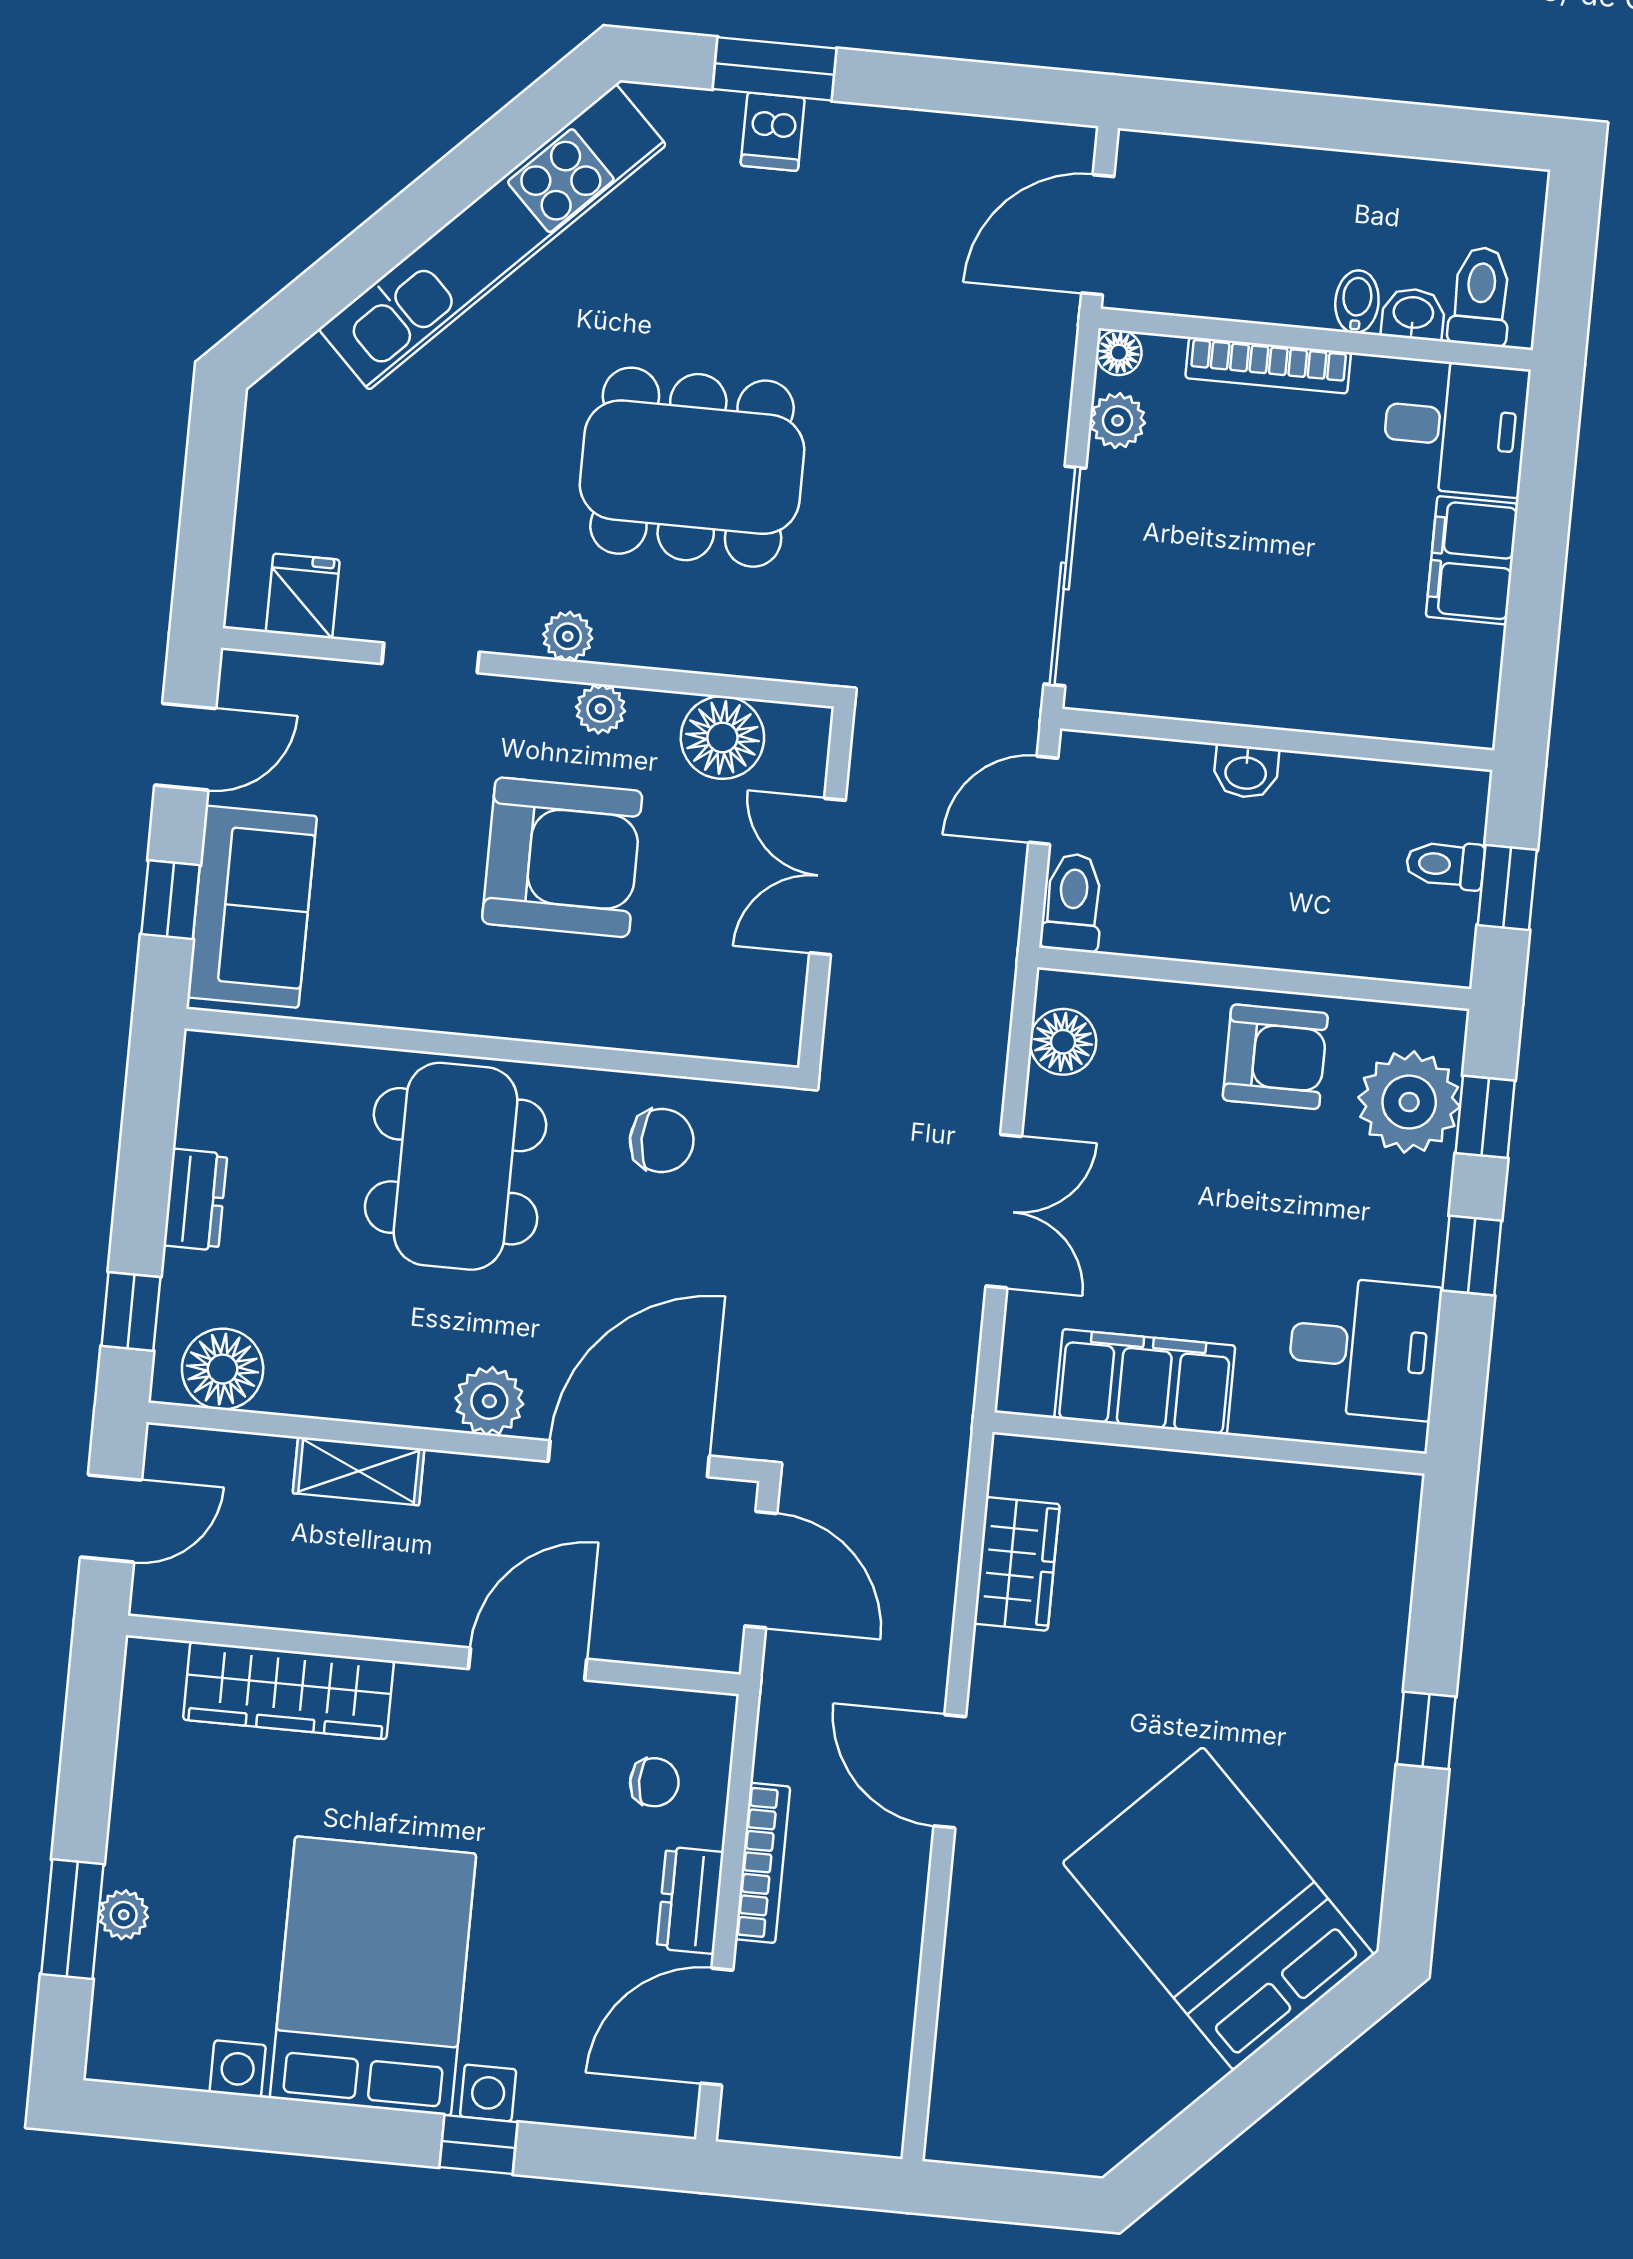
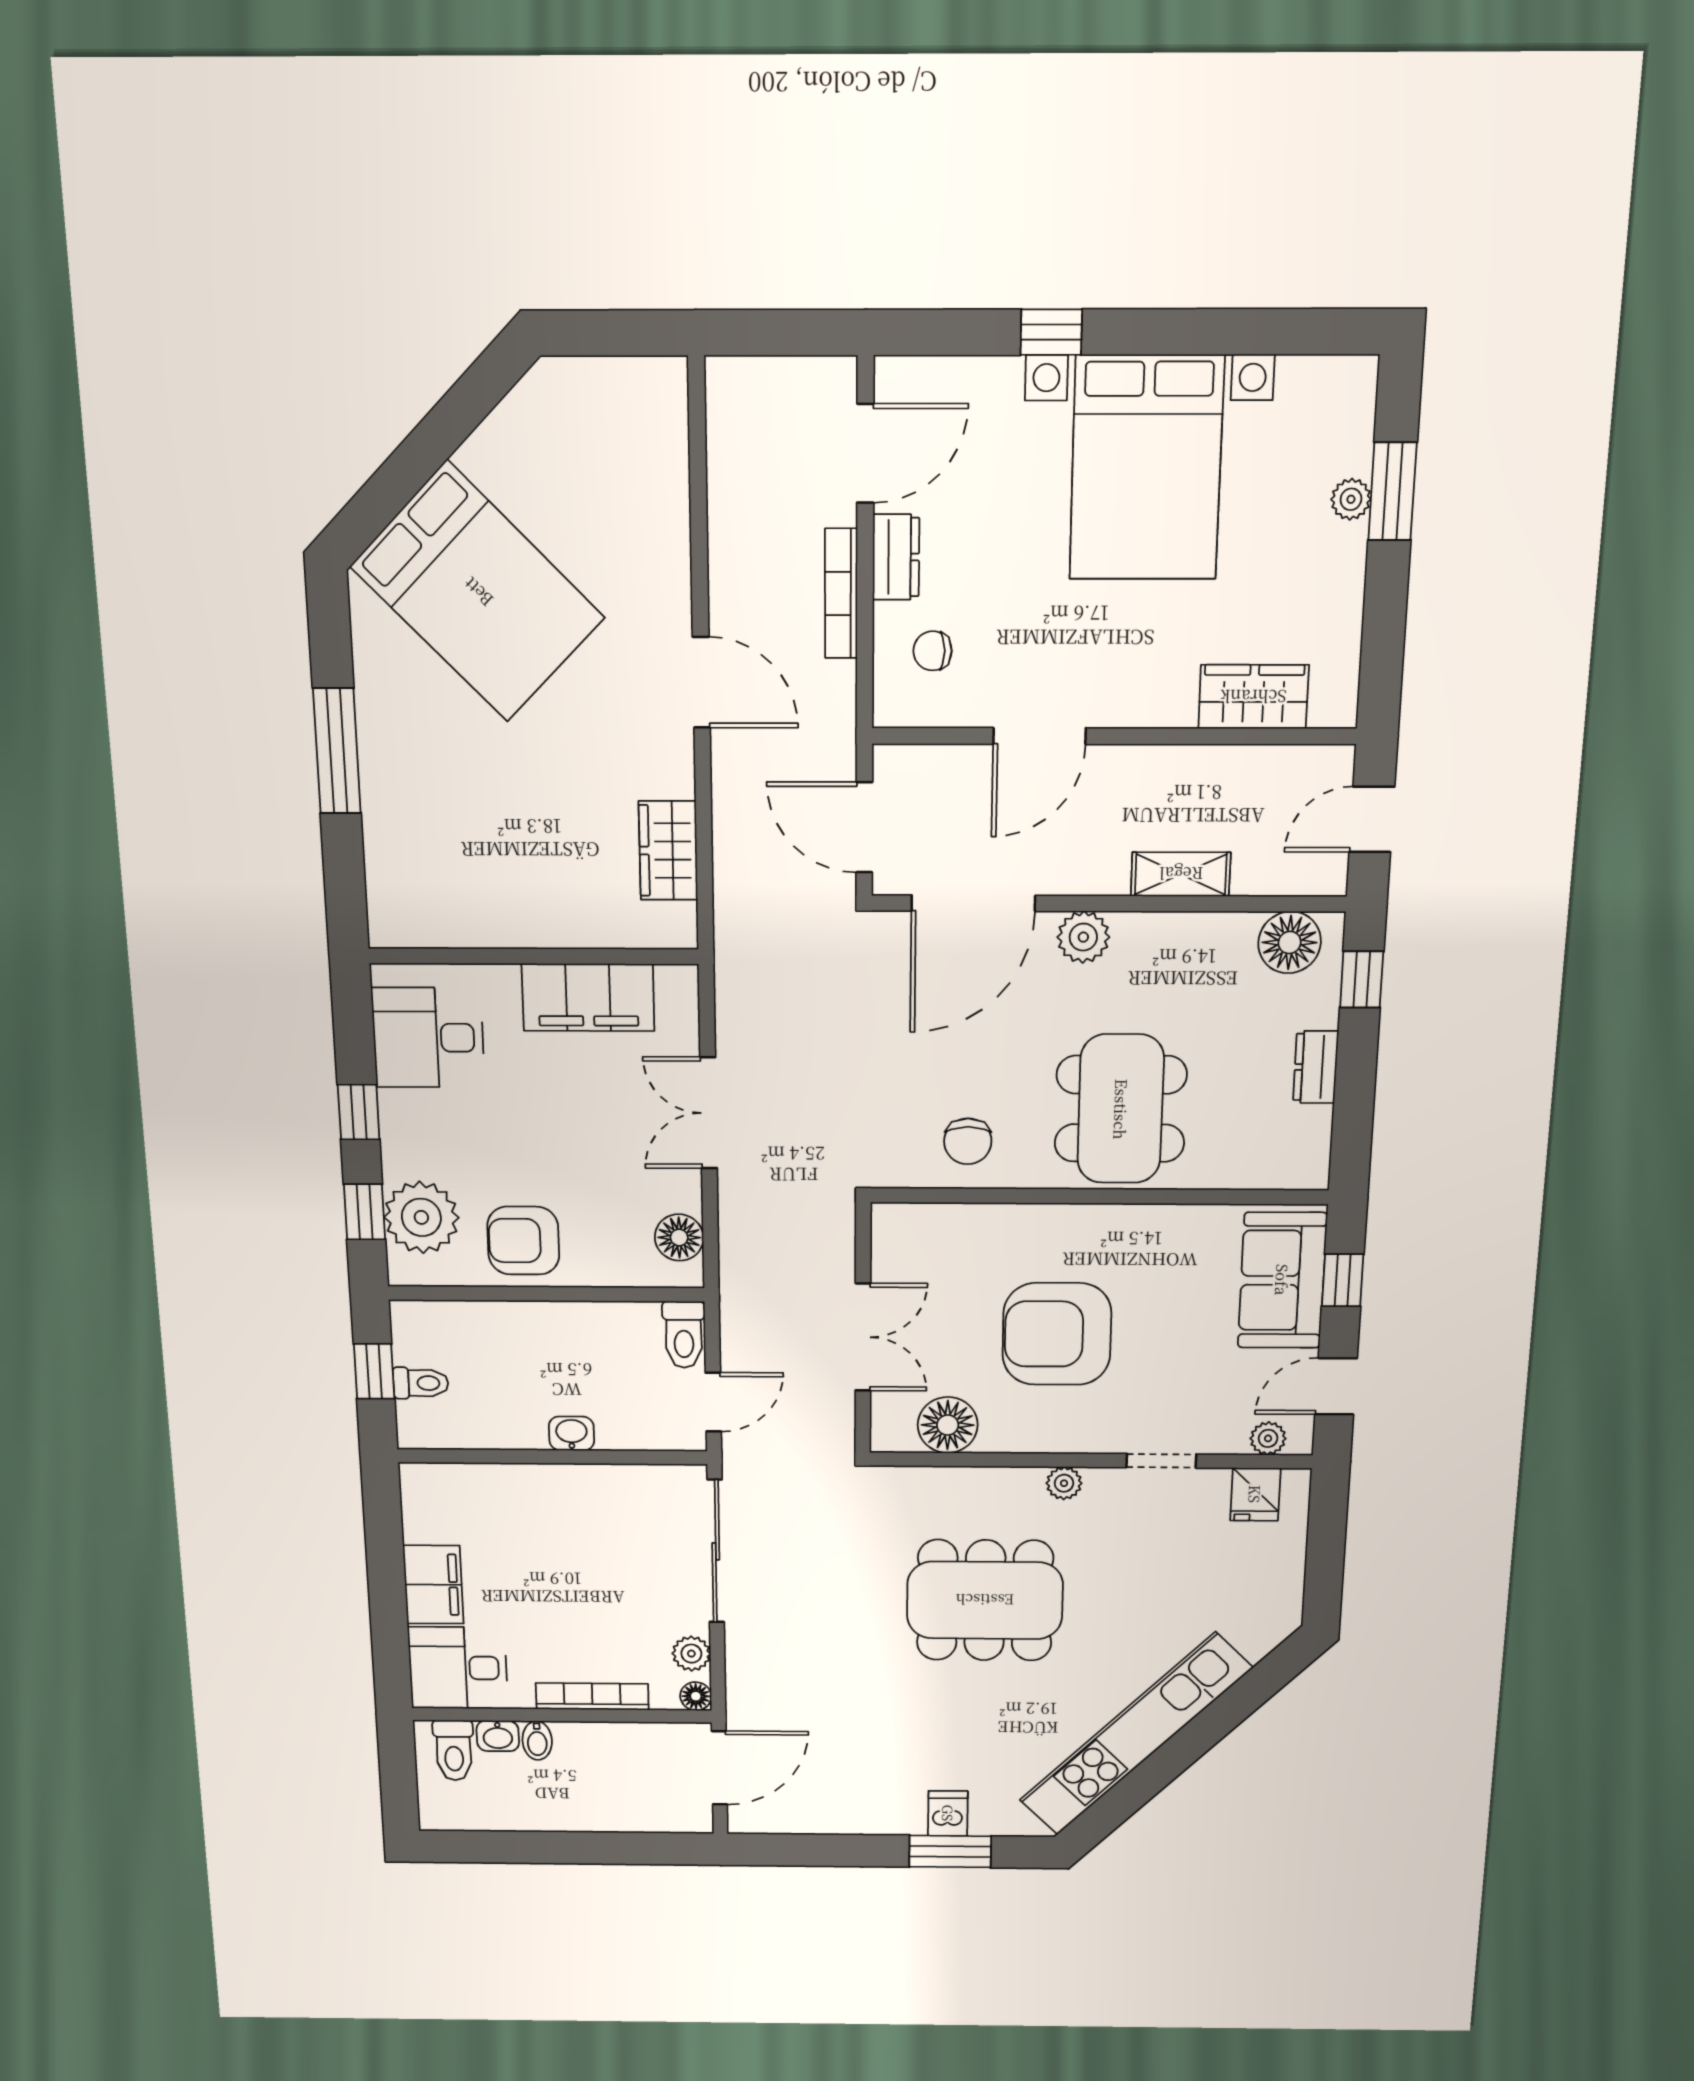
plant: (601, 709) -> (1268, 1438), moved
chair: (662, 1140) -> (968, 1141), turned -90
wardrobe: (288, 1690) -> (1253, 697), width x0.67
window: (1426, 1730) -> (337, 751), width x2.17

